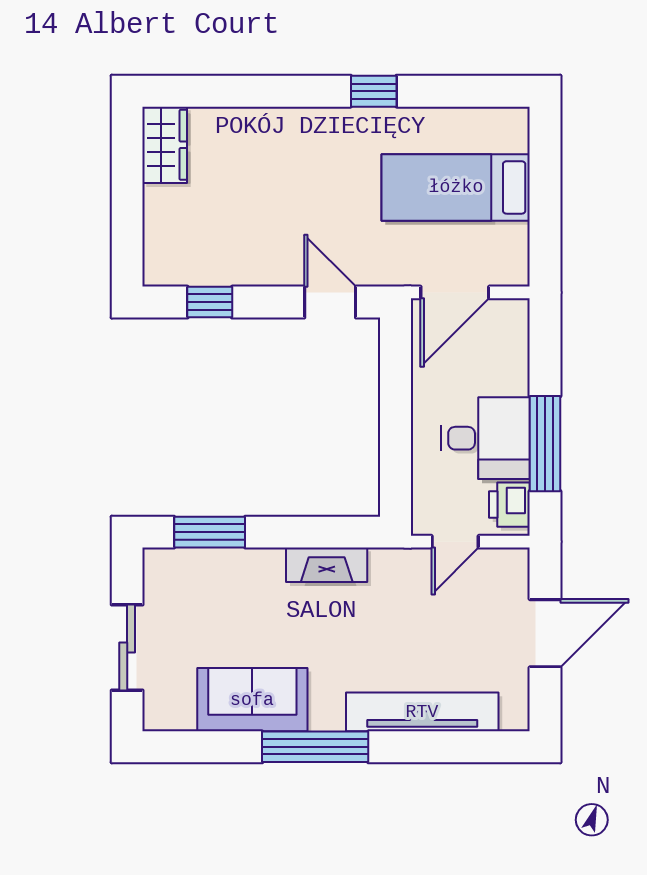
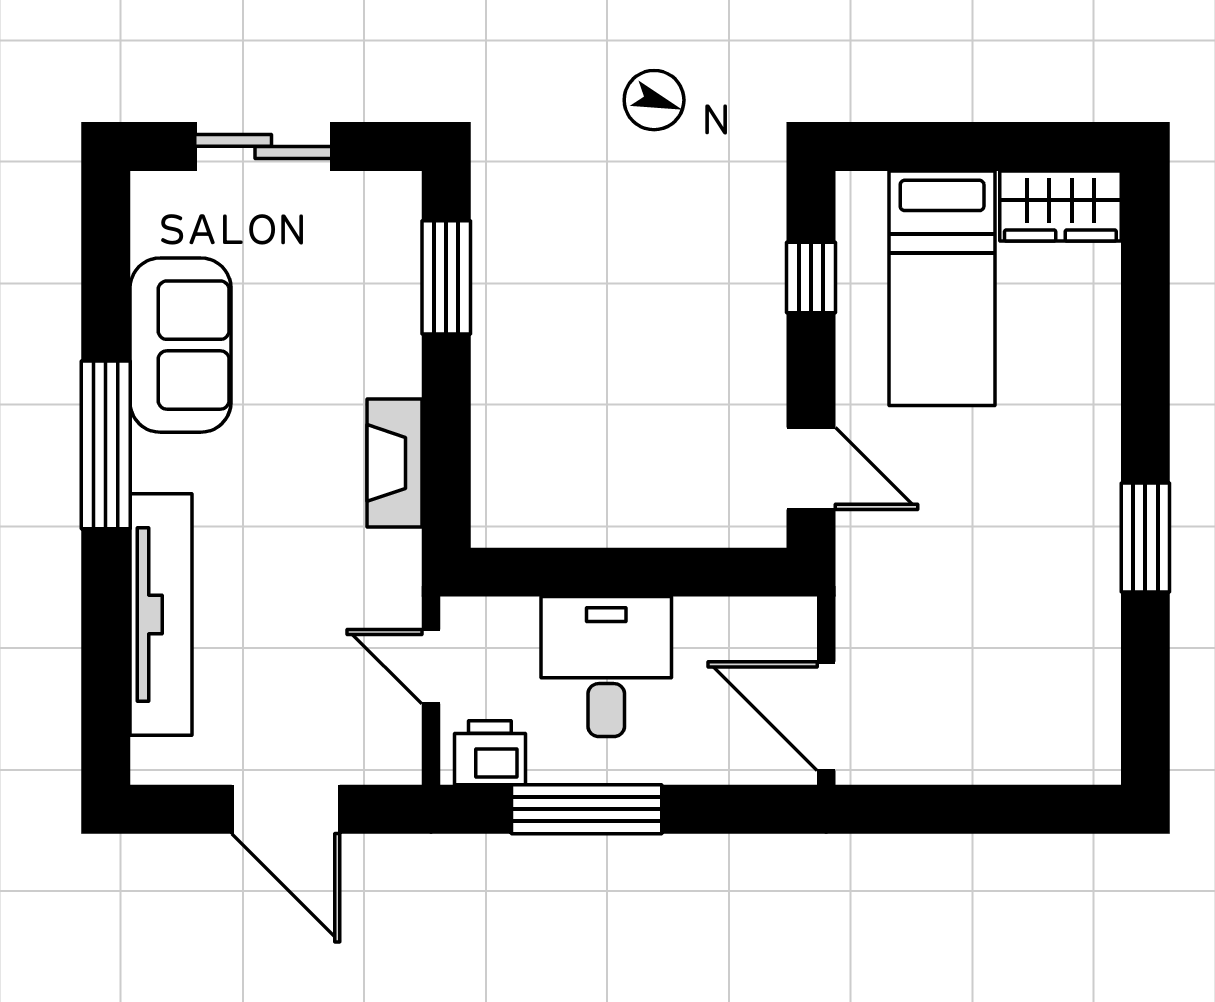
window: (374, 91) -> (1145, 537), width x1.50
bed: (456, 187) -> (942, 288), moved, turned 180
door: (455, 292) -> (826, 716), moved
door: (330, 302) -> (811, 468), hinge flipped
desk: (485, 438) -> (606, 667), moved, turned 180

